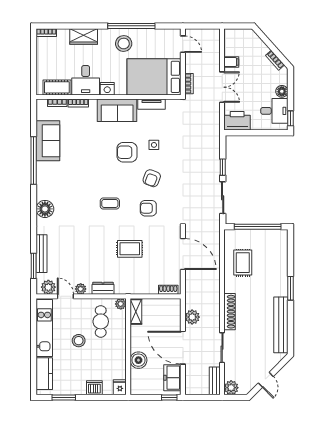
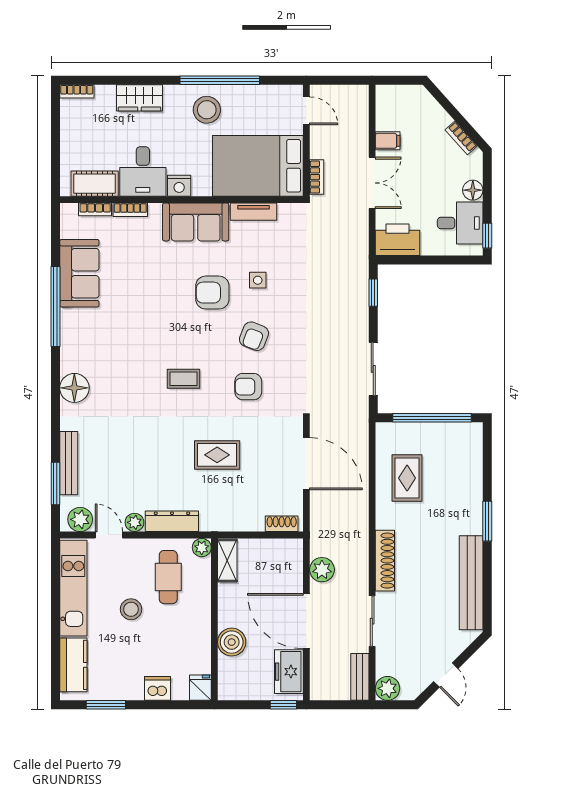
window: (223, 167) -> (373, 293), moved
dresser: (103, 288) -> (172, 521), width x1.44

